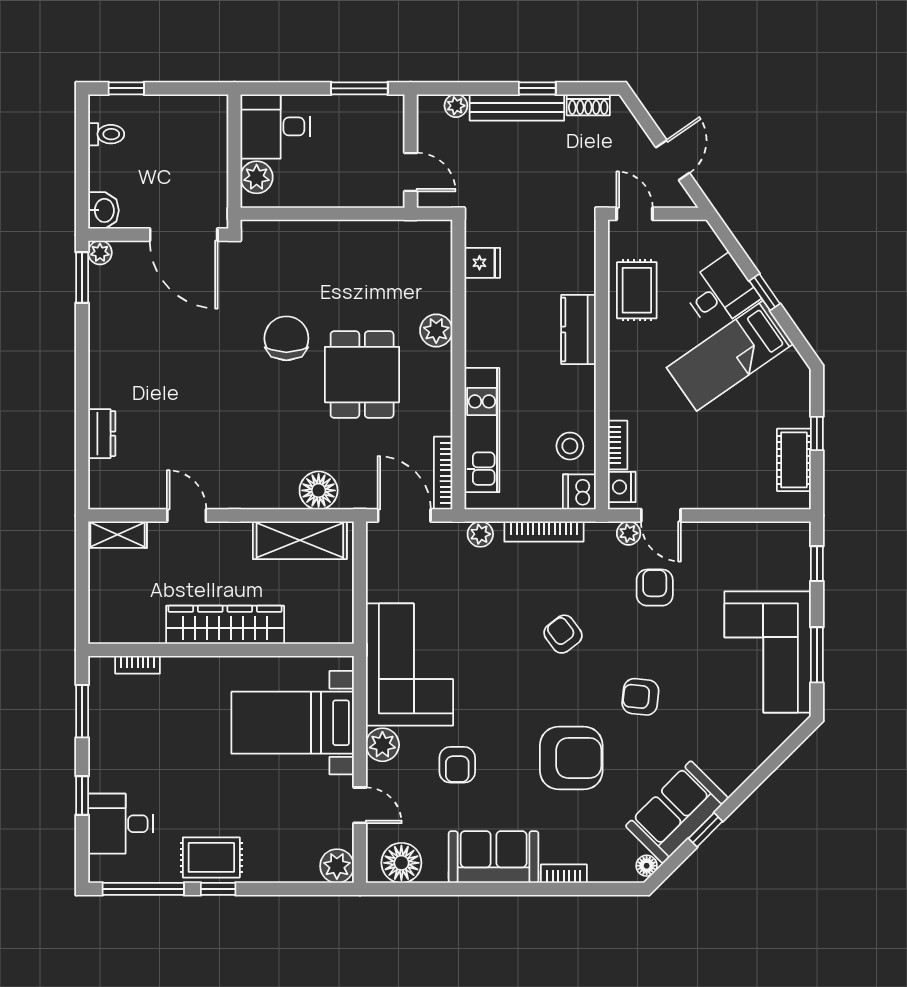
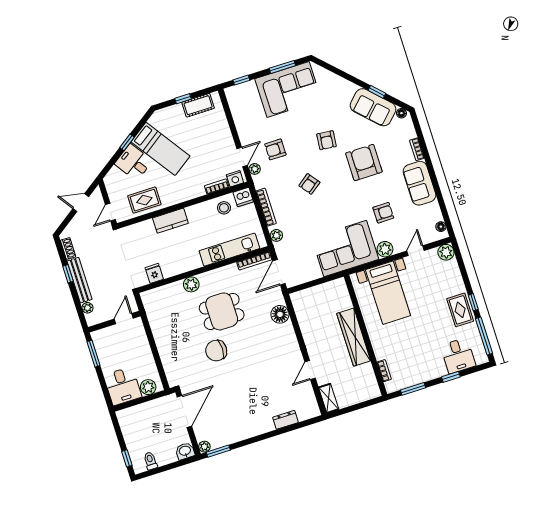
shelving: (300, 540) -> (305, 316), removed
floor lamp: (401, 863) -> (441, 227), width x0.53, depth x0.53

